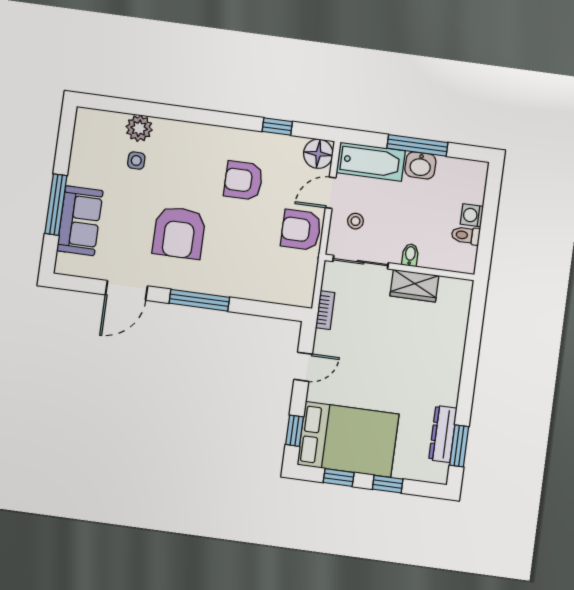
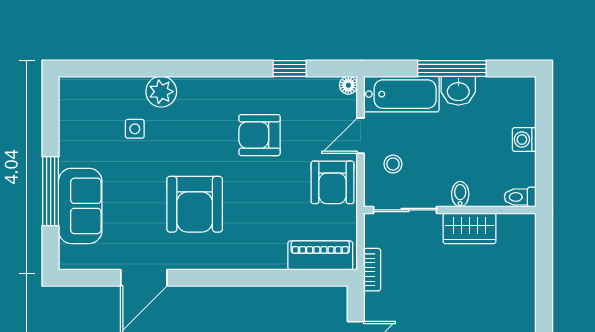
plant: (139, 128) -> (161, 92), moved
floor lamp: (318, 154) -> (348, 85), width x0.53, depth x0.53
armchair: (301, 230) -> (332, 182), turned -90
toilet: (466, 235) -> (520, 197), moved
piano: (282, 292) -> (320, 255), added
window: (199, 300) -> (228, 278), removed

